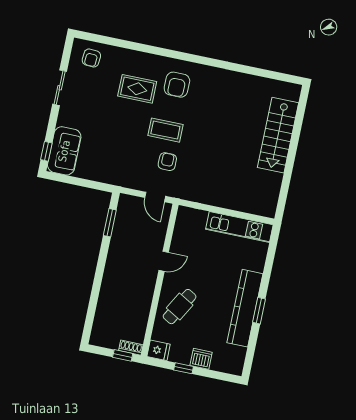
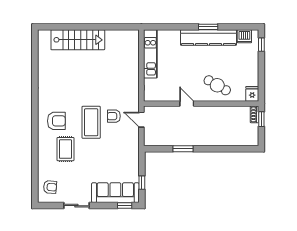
coffee table: (165, 130) -> (91, 122), width x1.36, depth x1.32
sofa: (64, 151) -> (115, 193), width x1.36
window: (72, 180) -> (142, 183), added
door: (155, 197) -> (141, 120), swing flipped
window: (110, 223) -> (183, 149), moved
dishwasher: (201, 359) -> (244, 36), moved, turned -90
window: (184, 368) -> (261, 45), moved

